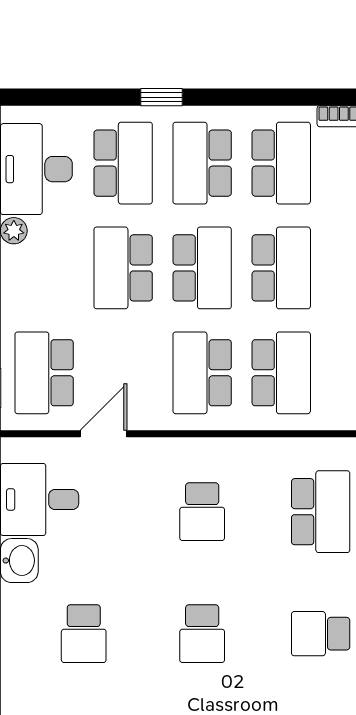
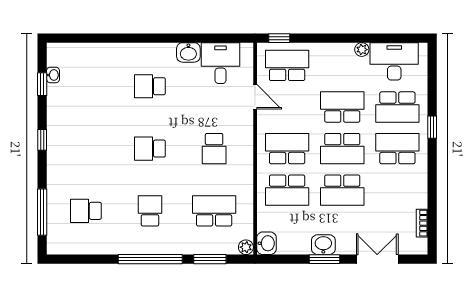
school desk: (281, 163) -> (397, 190), removed
school desk: (202, 512) -> (214, 149), turned -90
school desk: (321, 512) -> (214, 211), turned 180

